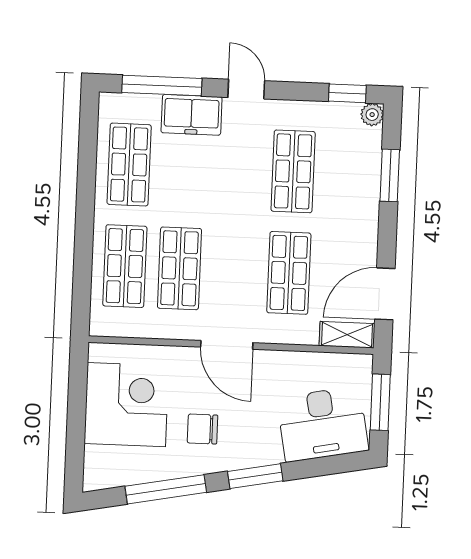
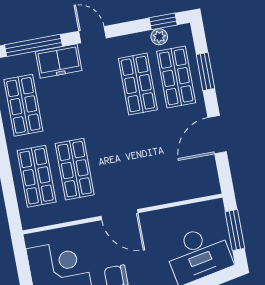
plant: (372, 115) -> (159, 37), moved
shop shelf: (289, 273) -> (176, 77), moved
door: (385, 294) -> (217, 135), moved
shelving: (347, 335) -> (201, 188), removed

